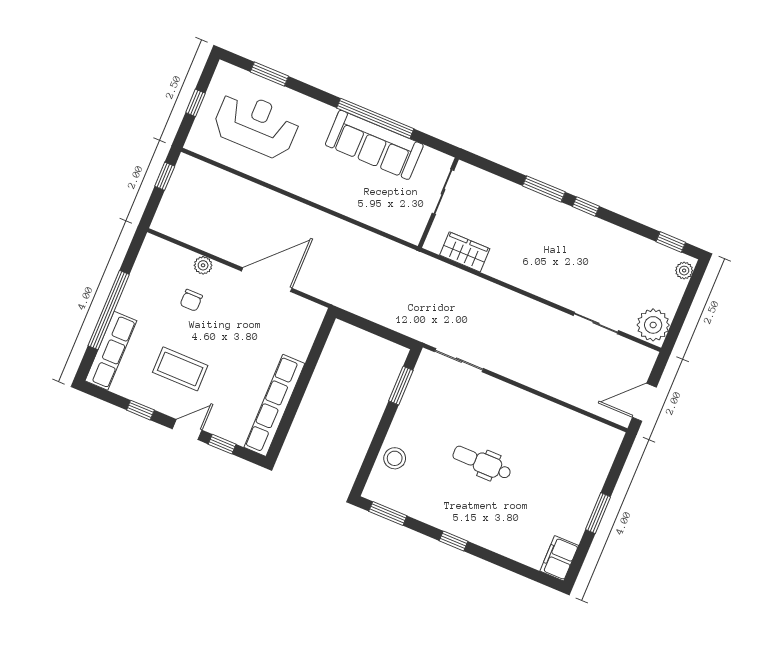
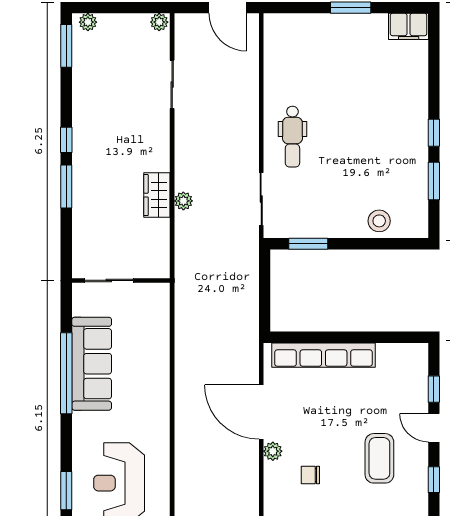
window: (671, 242) -> (66, 46), width x1.50
wardrobe: (465, 252) -> (157, 195), moved
plant: (203, 265) -> (273, 451), moved
plant: (487, 289) -> (183, 201), added
chair: (191, 300) -> (310, 475), turned 180
plant: (653, 325) -> (159, 22), width x0.53, depth x0.53
row of seats: (274, 405) -> (323, 355), moved
dental chair: (482, 463) -> (292, 137), moved
window: (388, 514) -> (434, 181), moved

